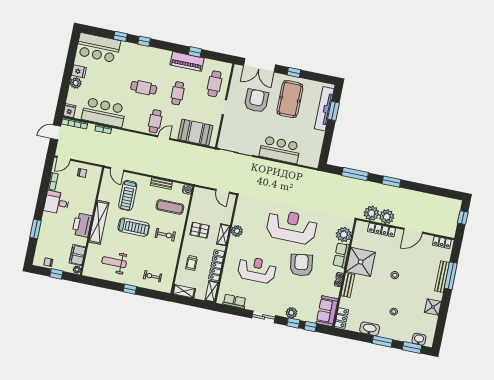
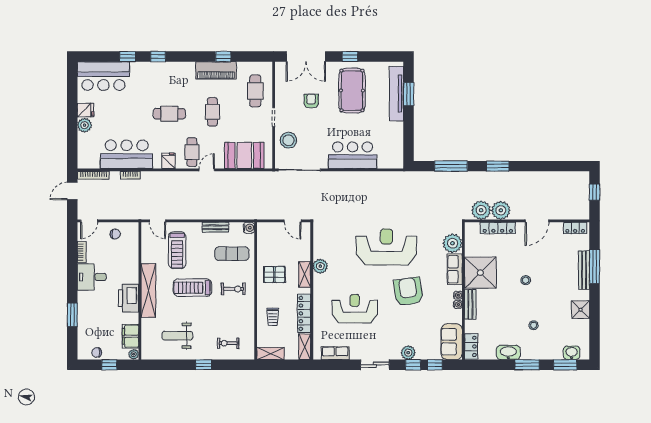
armchair: (256, 101) -> (311, 101), width x0.53, depth x0.53
fridge: (69, 111) -> (168, 161), moved
stool: (232, 128) -> (288, 140), added
treadmill: (134, 227) -> (192, 288), turned 180

